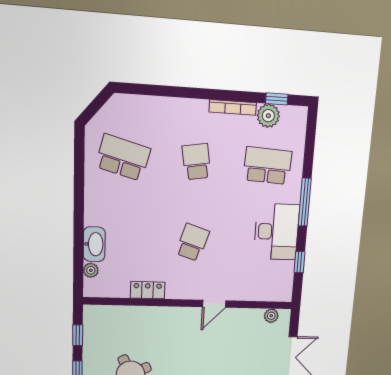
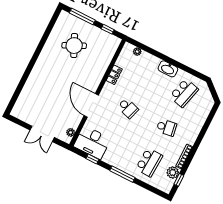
desk: (276, 232) -> (92, 142), moved
washbasin: (94, 244) -> (168, 69), moved
door: (214, 304) -> (91, 105), width x1.88

